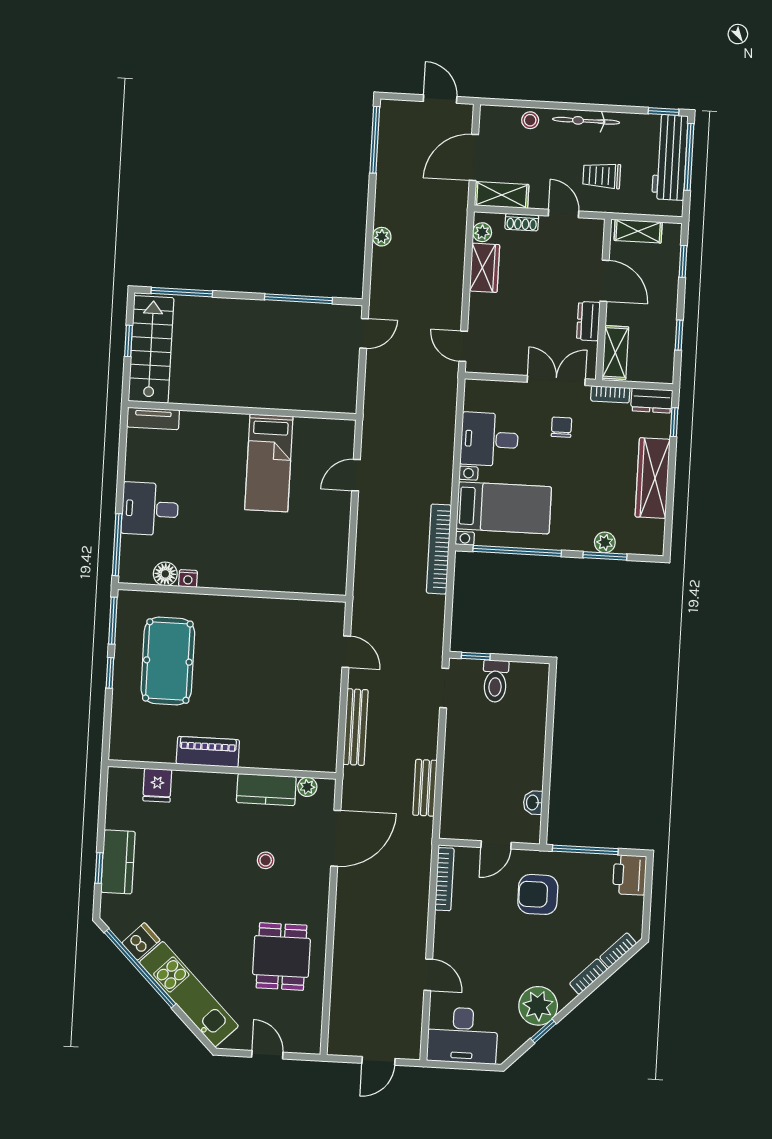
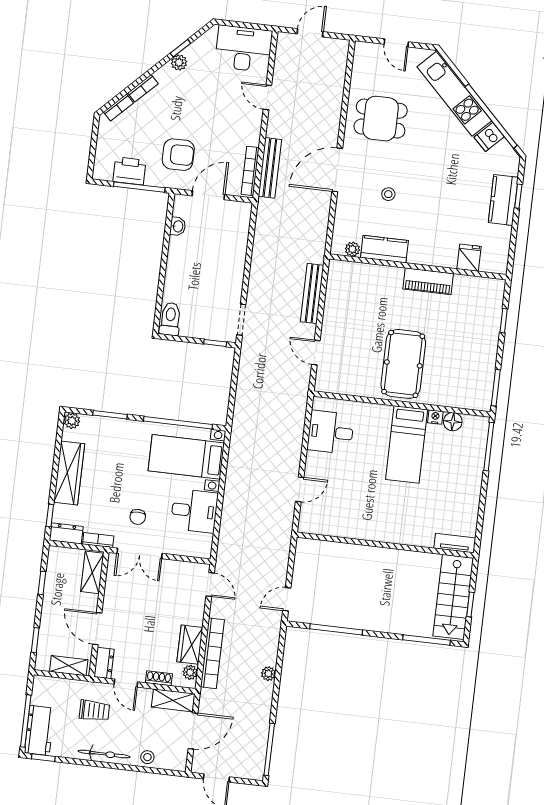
workbench: (670, 157) -> (39, 731), width x0.73
dresser: (588, 321) -> (104, 663), moved
bed: (269, 463) -> (407, 444), moved, turned 180
desk: (150, 509) -> (331, 432), moved, turned 180
plant: (605, 542) -> (72, 421), moved
bookcase: (439, 549) -> (212, 653), moved
pool table: (168, 661) -> (403, 364), moved
window: (110, 673) -> (504, 321), moved
toilet: (495, 681) -> (170, 319), moved
bench: (425, 788) -> (270, 168), moved, width x1.36
door: (336, 838) -> (337, 170), moved
door: (496, 845) -> (208, 195), width x1.37
printer: (630, 875) -> (129, 171), moved, turned -90
dining table: (281, 957) -> (381, 119), turned 90
plant: (538, 1006) -> (179, 62), width x0.53, depth x0.53

